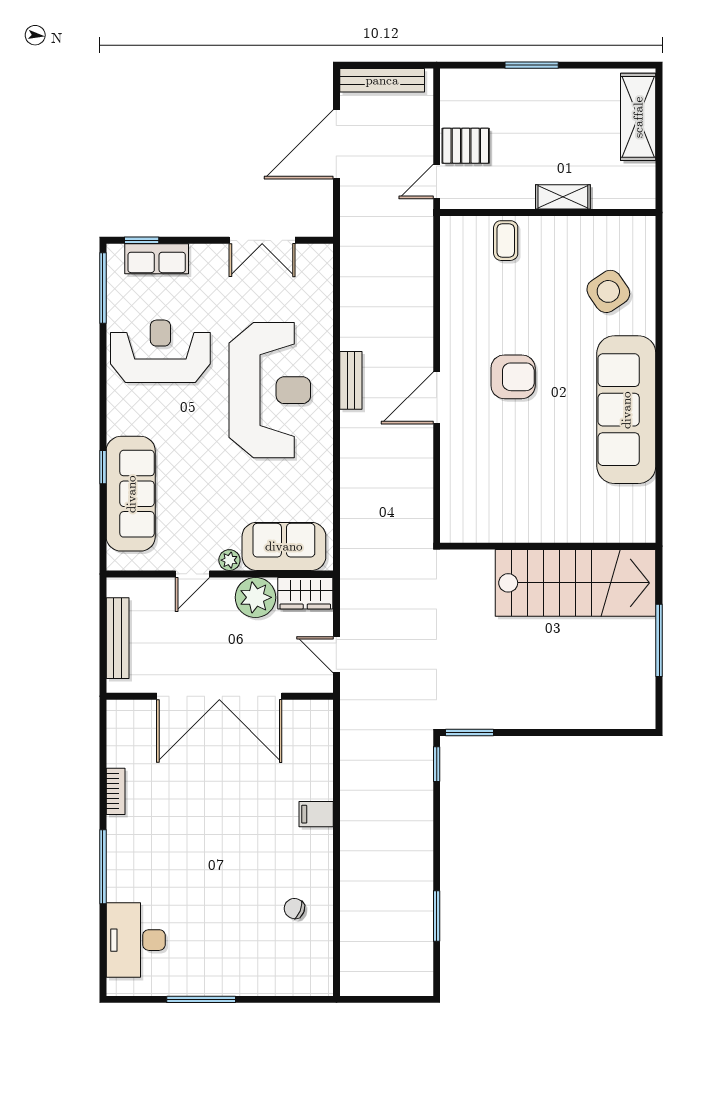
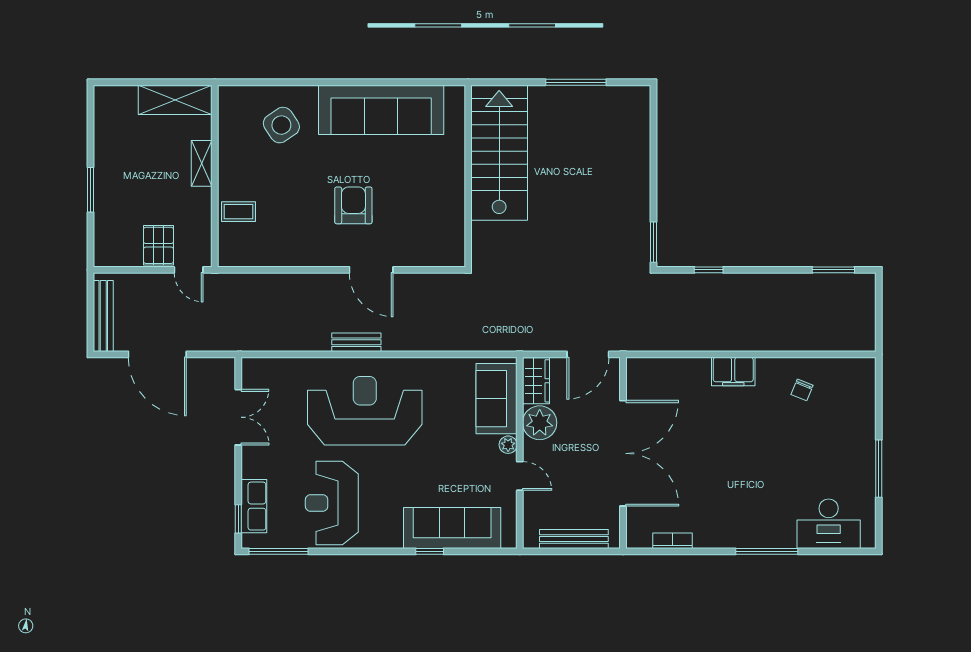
shelving: (638, 117) -> (175, 100), moved
wall: (548, 546) -> (468, 176), moved
stairs: (576, 583) -> (499, 153), moved
door: (336, 655) -> (588, 354), width x1.37
window: (437, 764) -> (709, 270), moved
bookcase: (116, 791) -> (673, 541), moved
filing cabinet: (316, 814) -> (733, 372), width x2.00
window: (437, 916) -> (833, 270), moved

